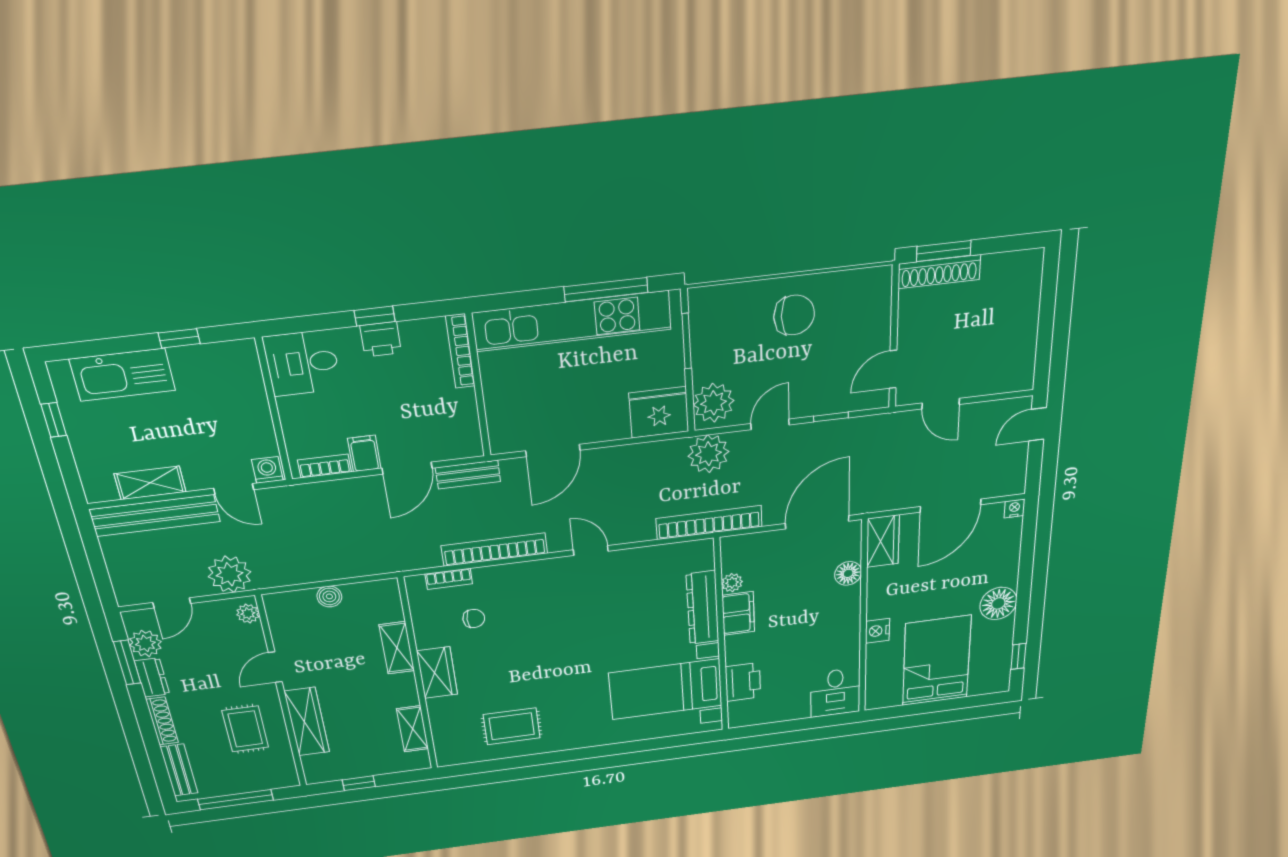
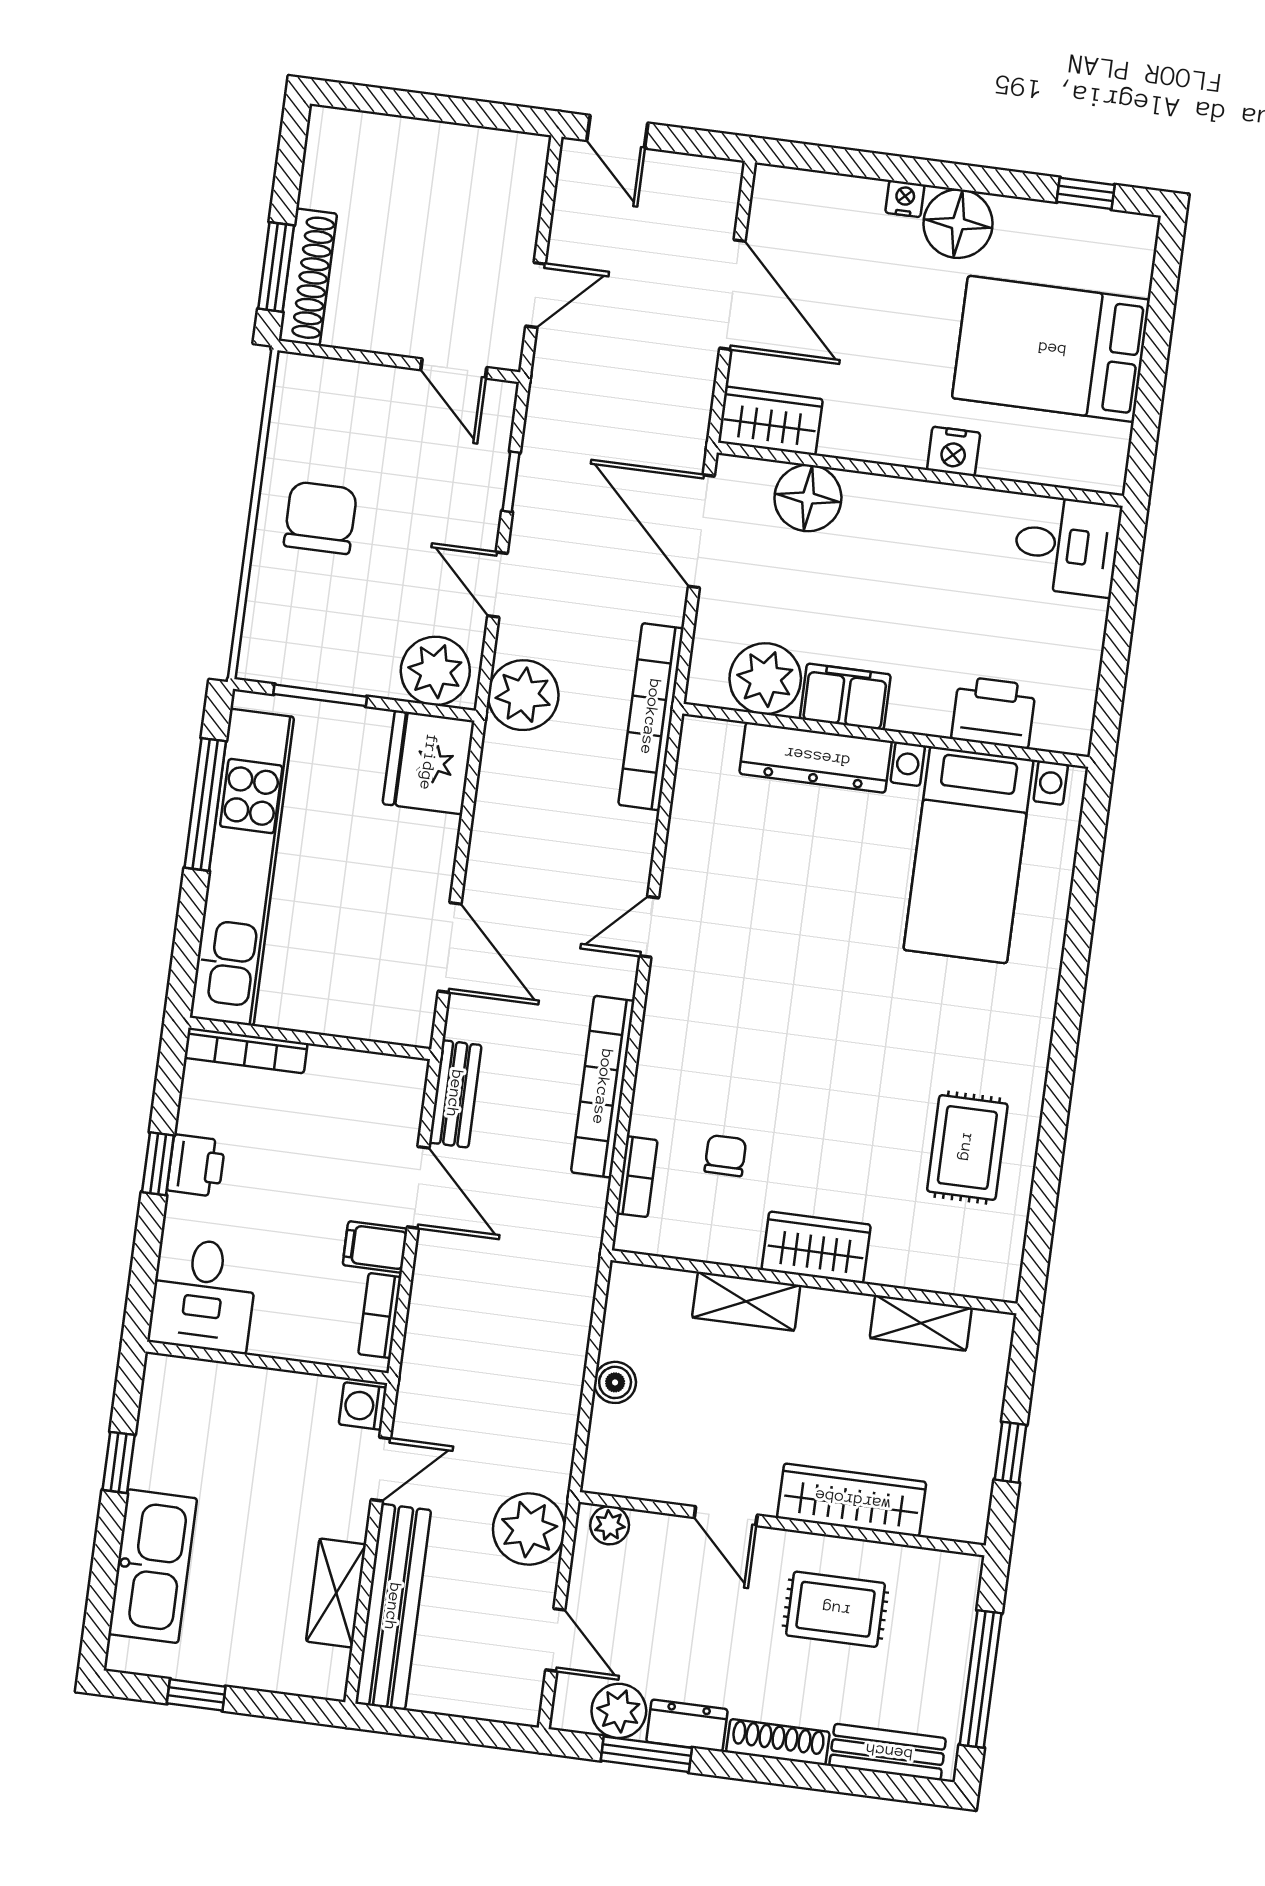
nightstand: (1014, 508) -> (905, 199), moved, turned 90
floor lamp: (848, 573) -> (808, 498), width x1.38, depth x1.38
plant: (732, 583) -> (765, 679), width x1.88, depth x1.88

